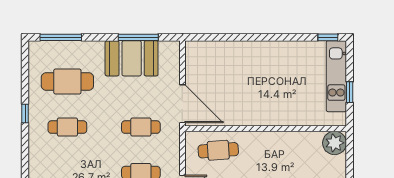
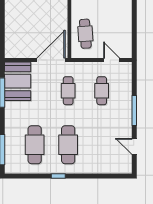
booth: (132, 58) -> (18, 81), moved
cafe table: (67, 127) -> (68, 145), width x1.37, depth x1.35

